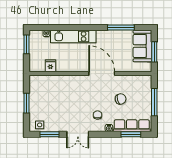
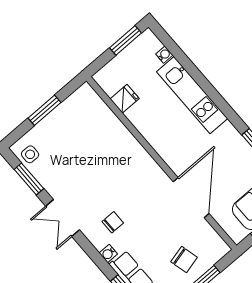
door: (102, 74) -> (191, 198), moved
chair: (121, 99) -> (184, 260), moved

